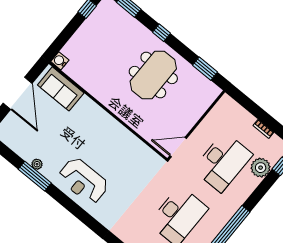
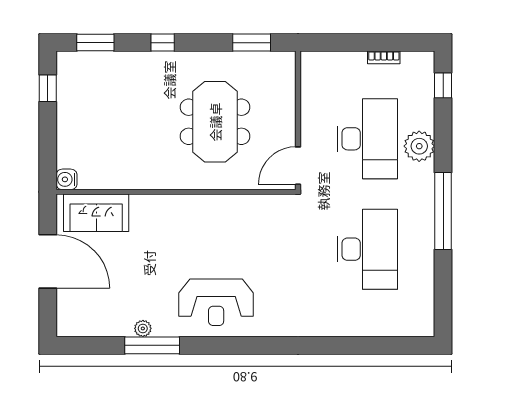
meeting table: (153, 75) -> (215, 122), moved
plant: (261, 168) -> (419, 146), moved

